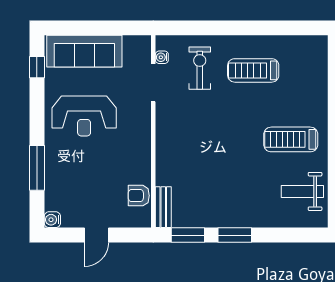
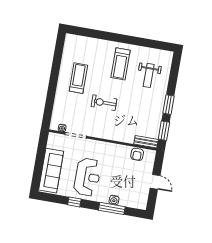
window: (37, 67) -> (74, 202), moved
exercise bike: (200, 68) -> (104, 103), moved
treadmill: (253, 70) -> (78, 78), turned 180
weight bench: (302, 191) -> (149, 75), moved
water cooler: (52, 220) -> (114, 200), moved

